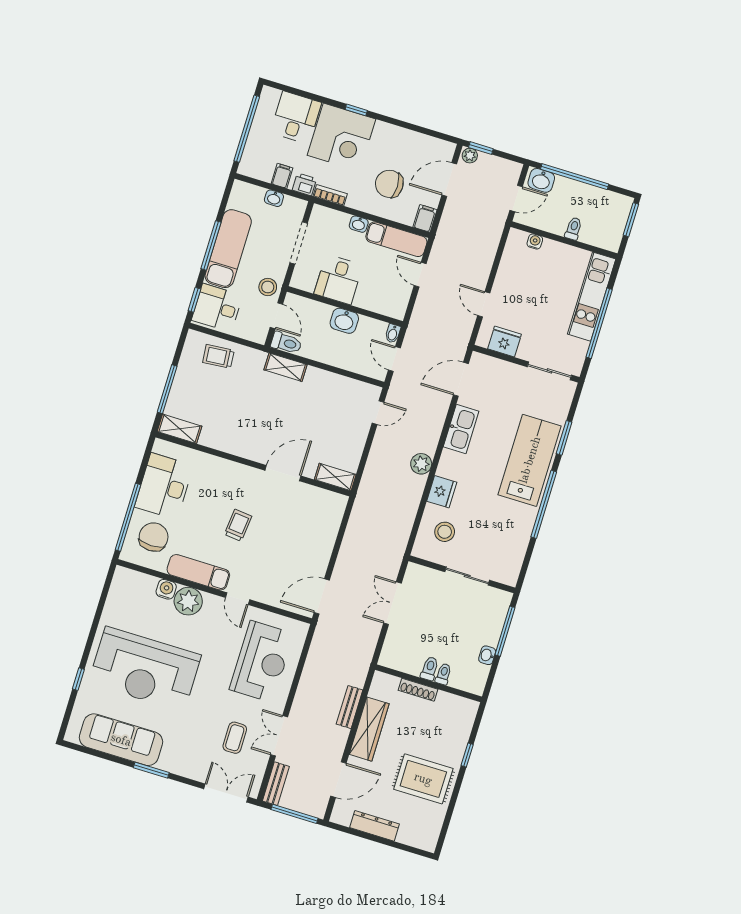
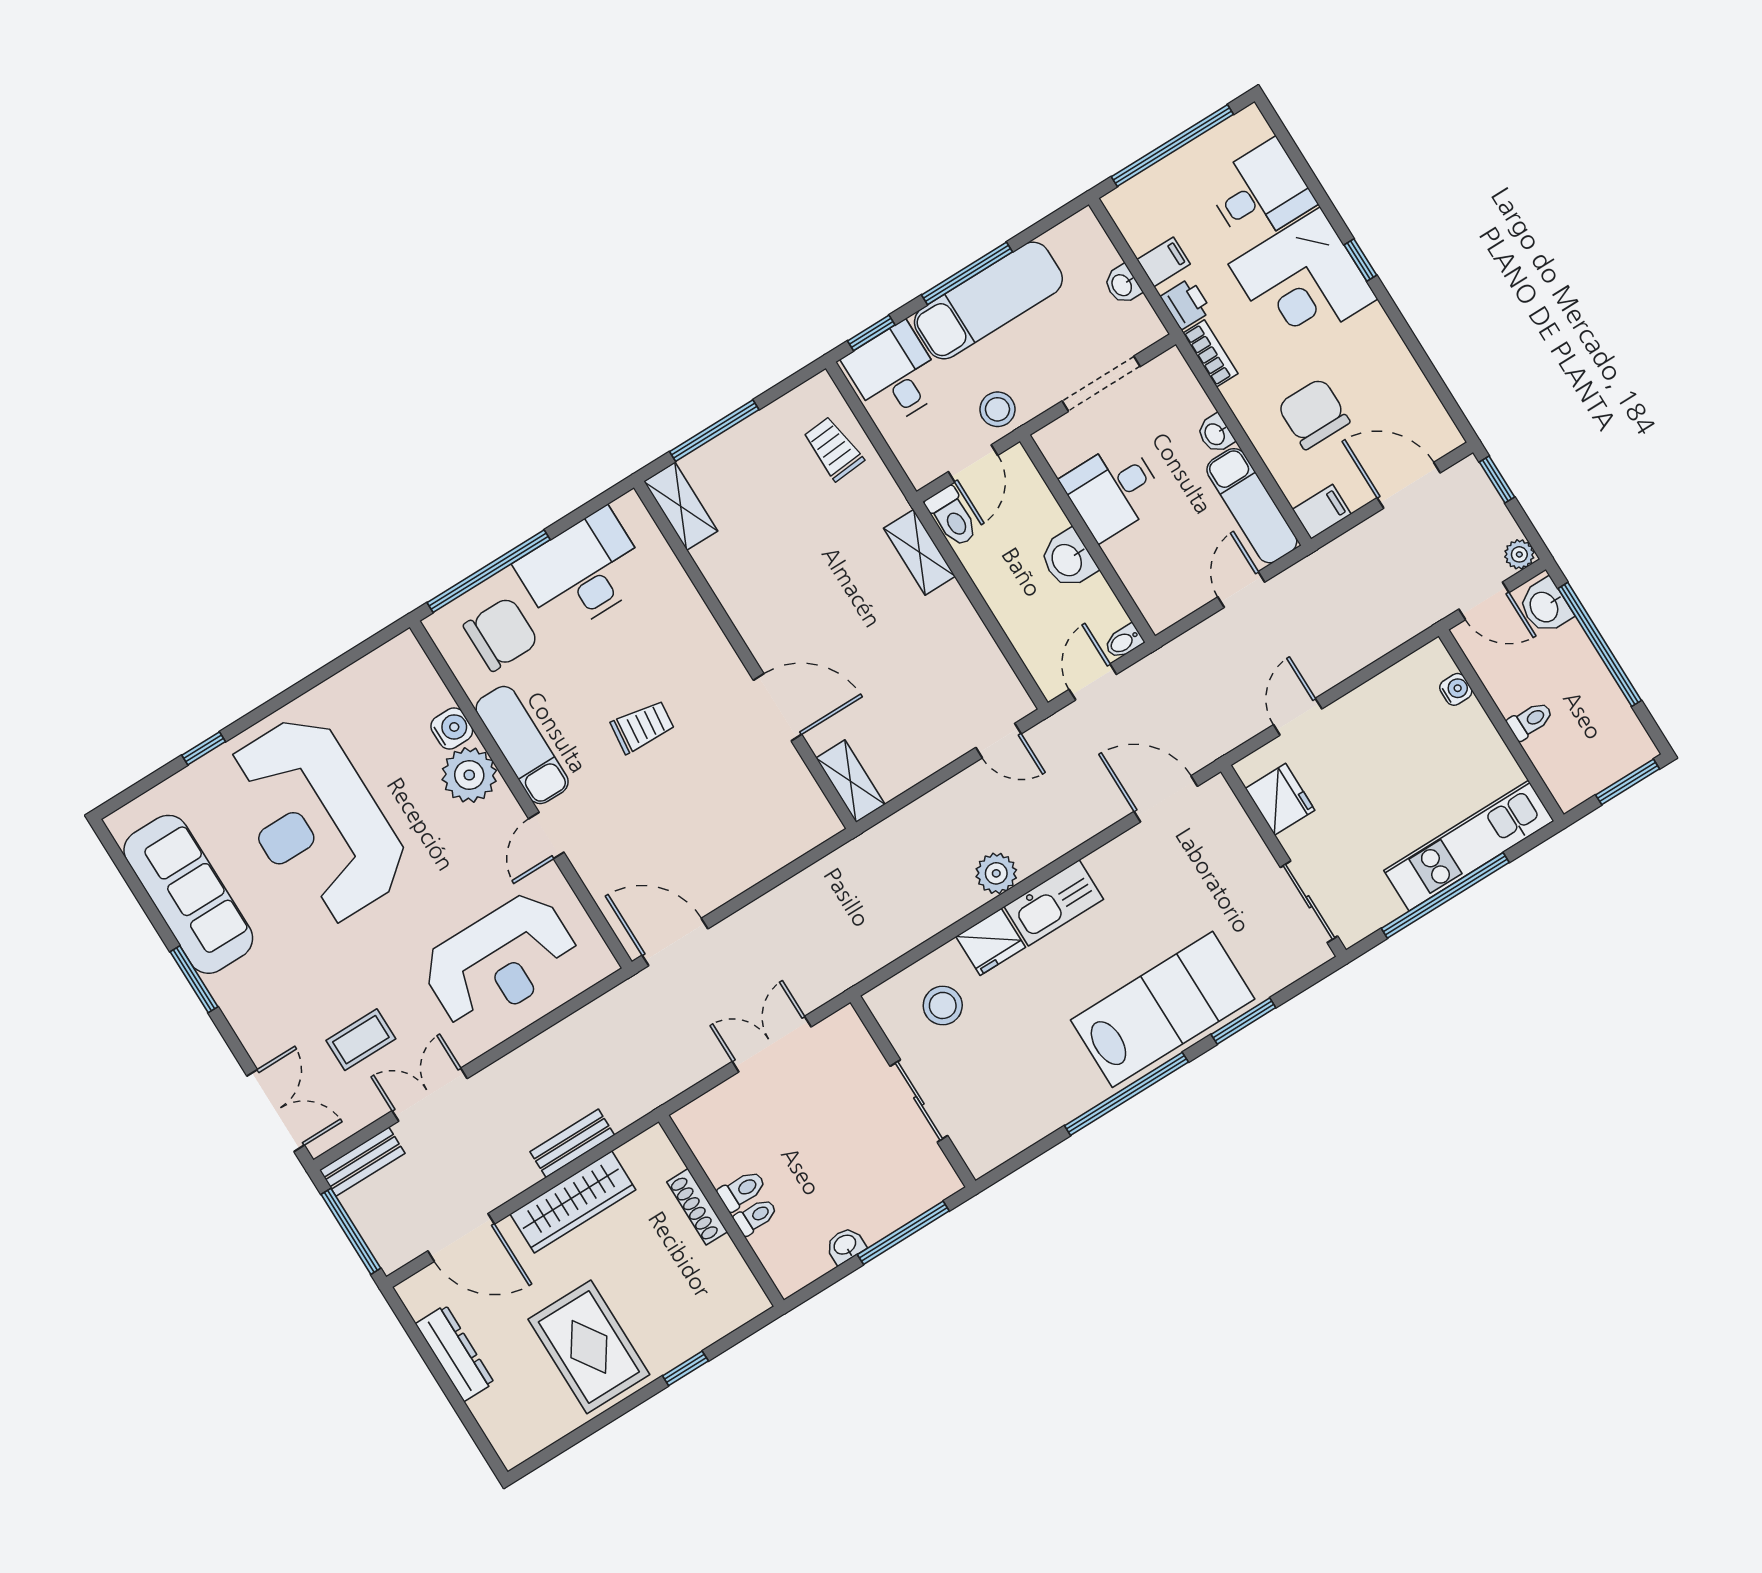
plant: (470, 156) -> (1519, 554), moved
kitchen sink: (461, 429) -> (1054, 903), moved

